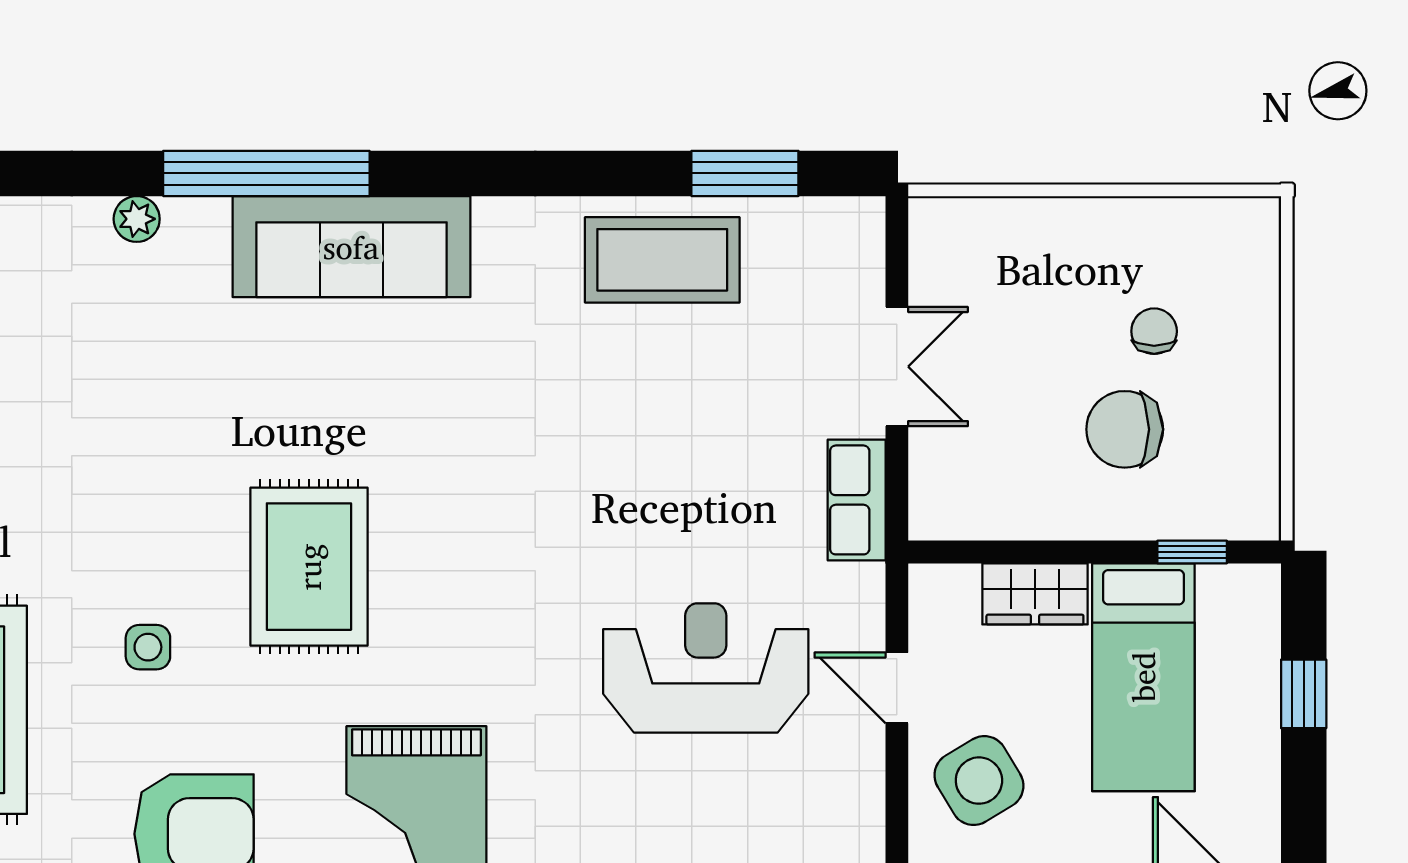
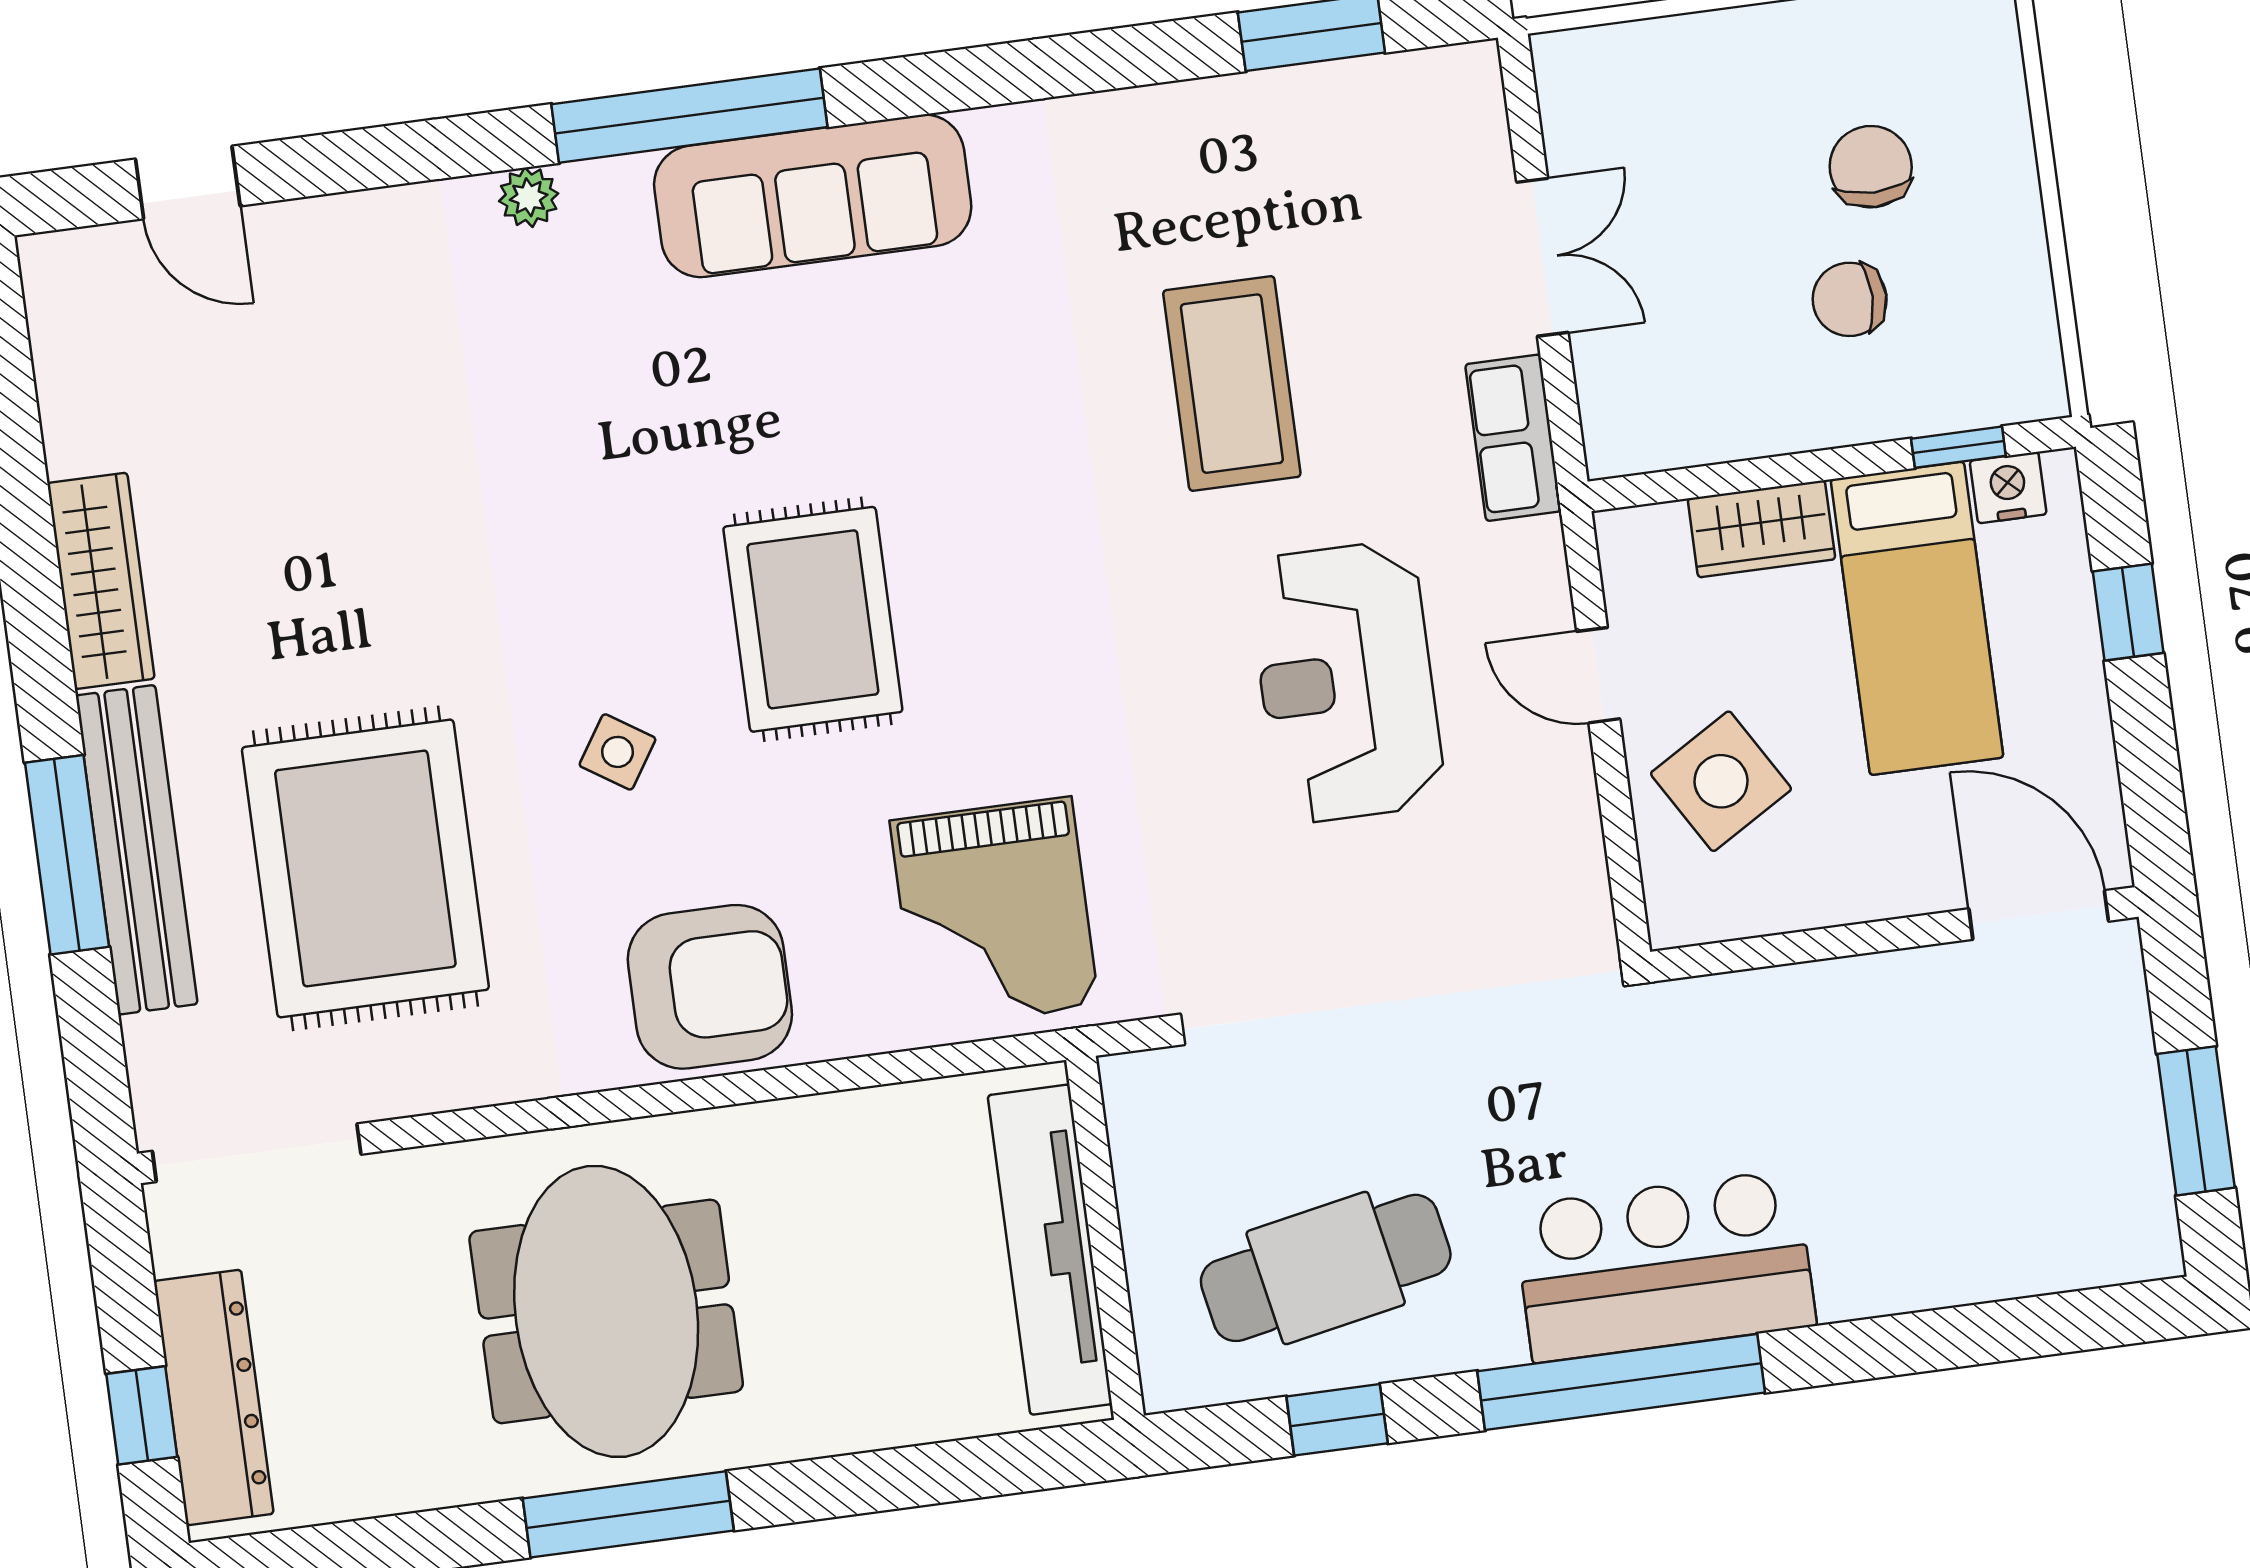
coffee table: (662, 260) -> (1232, 384), moved, turned 90
chair: (1154, 331) -> (1871, 167), width x1.37, depth x1.37
chair: (1125, 429) -> (1850, 299), width x0.73, depth x0.73
nightstand: (1226, 588) -> (2008, 488), added
side table: (148, 647) -> (618, 752), turned 33
reception desk: (706, 668) -> (1346, 682), turned -90

